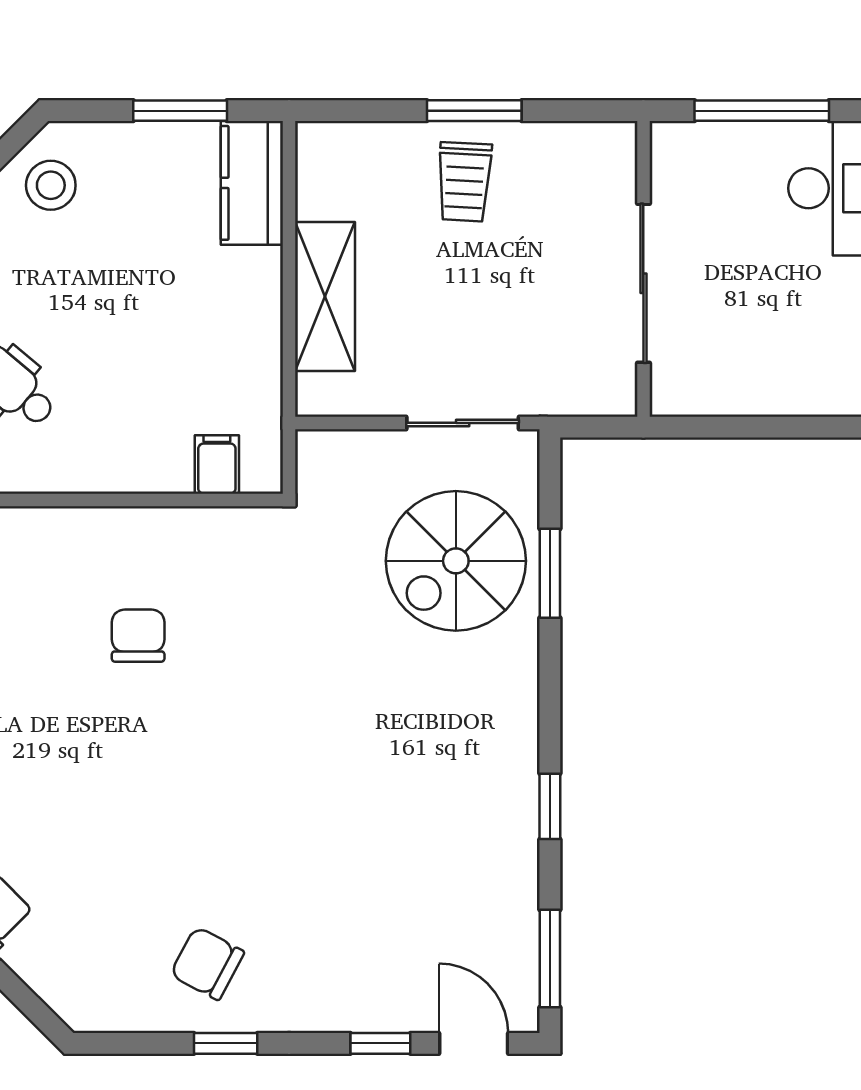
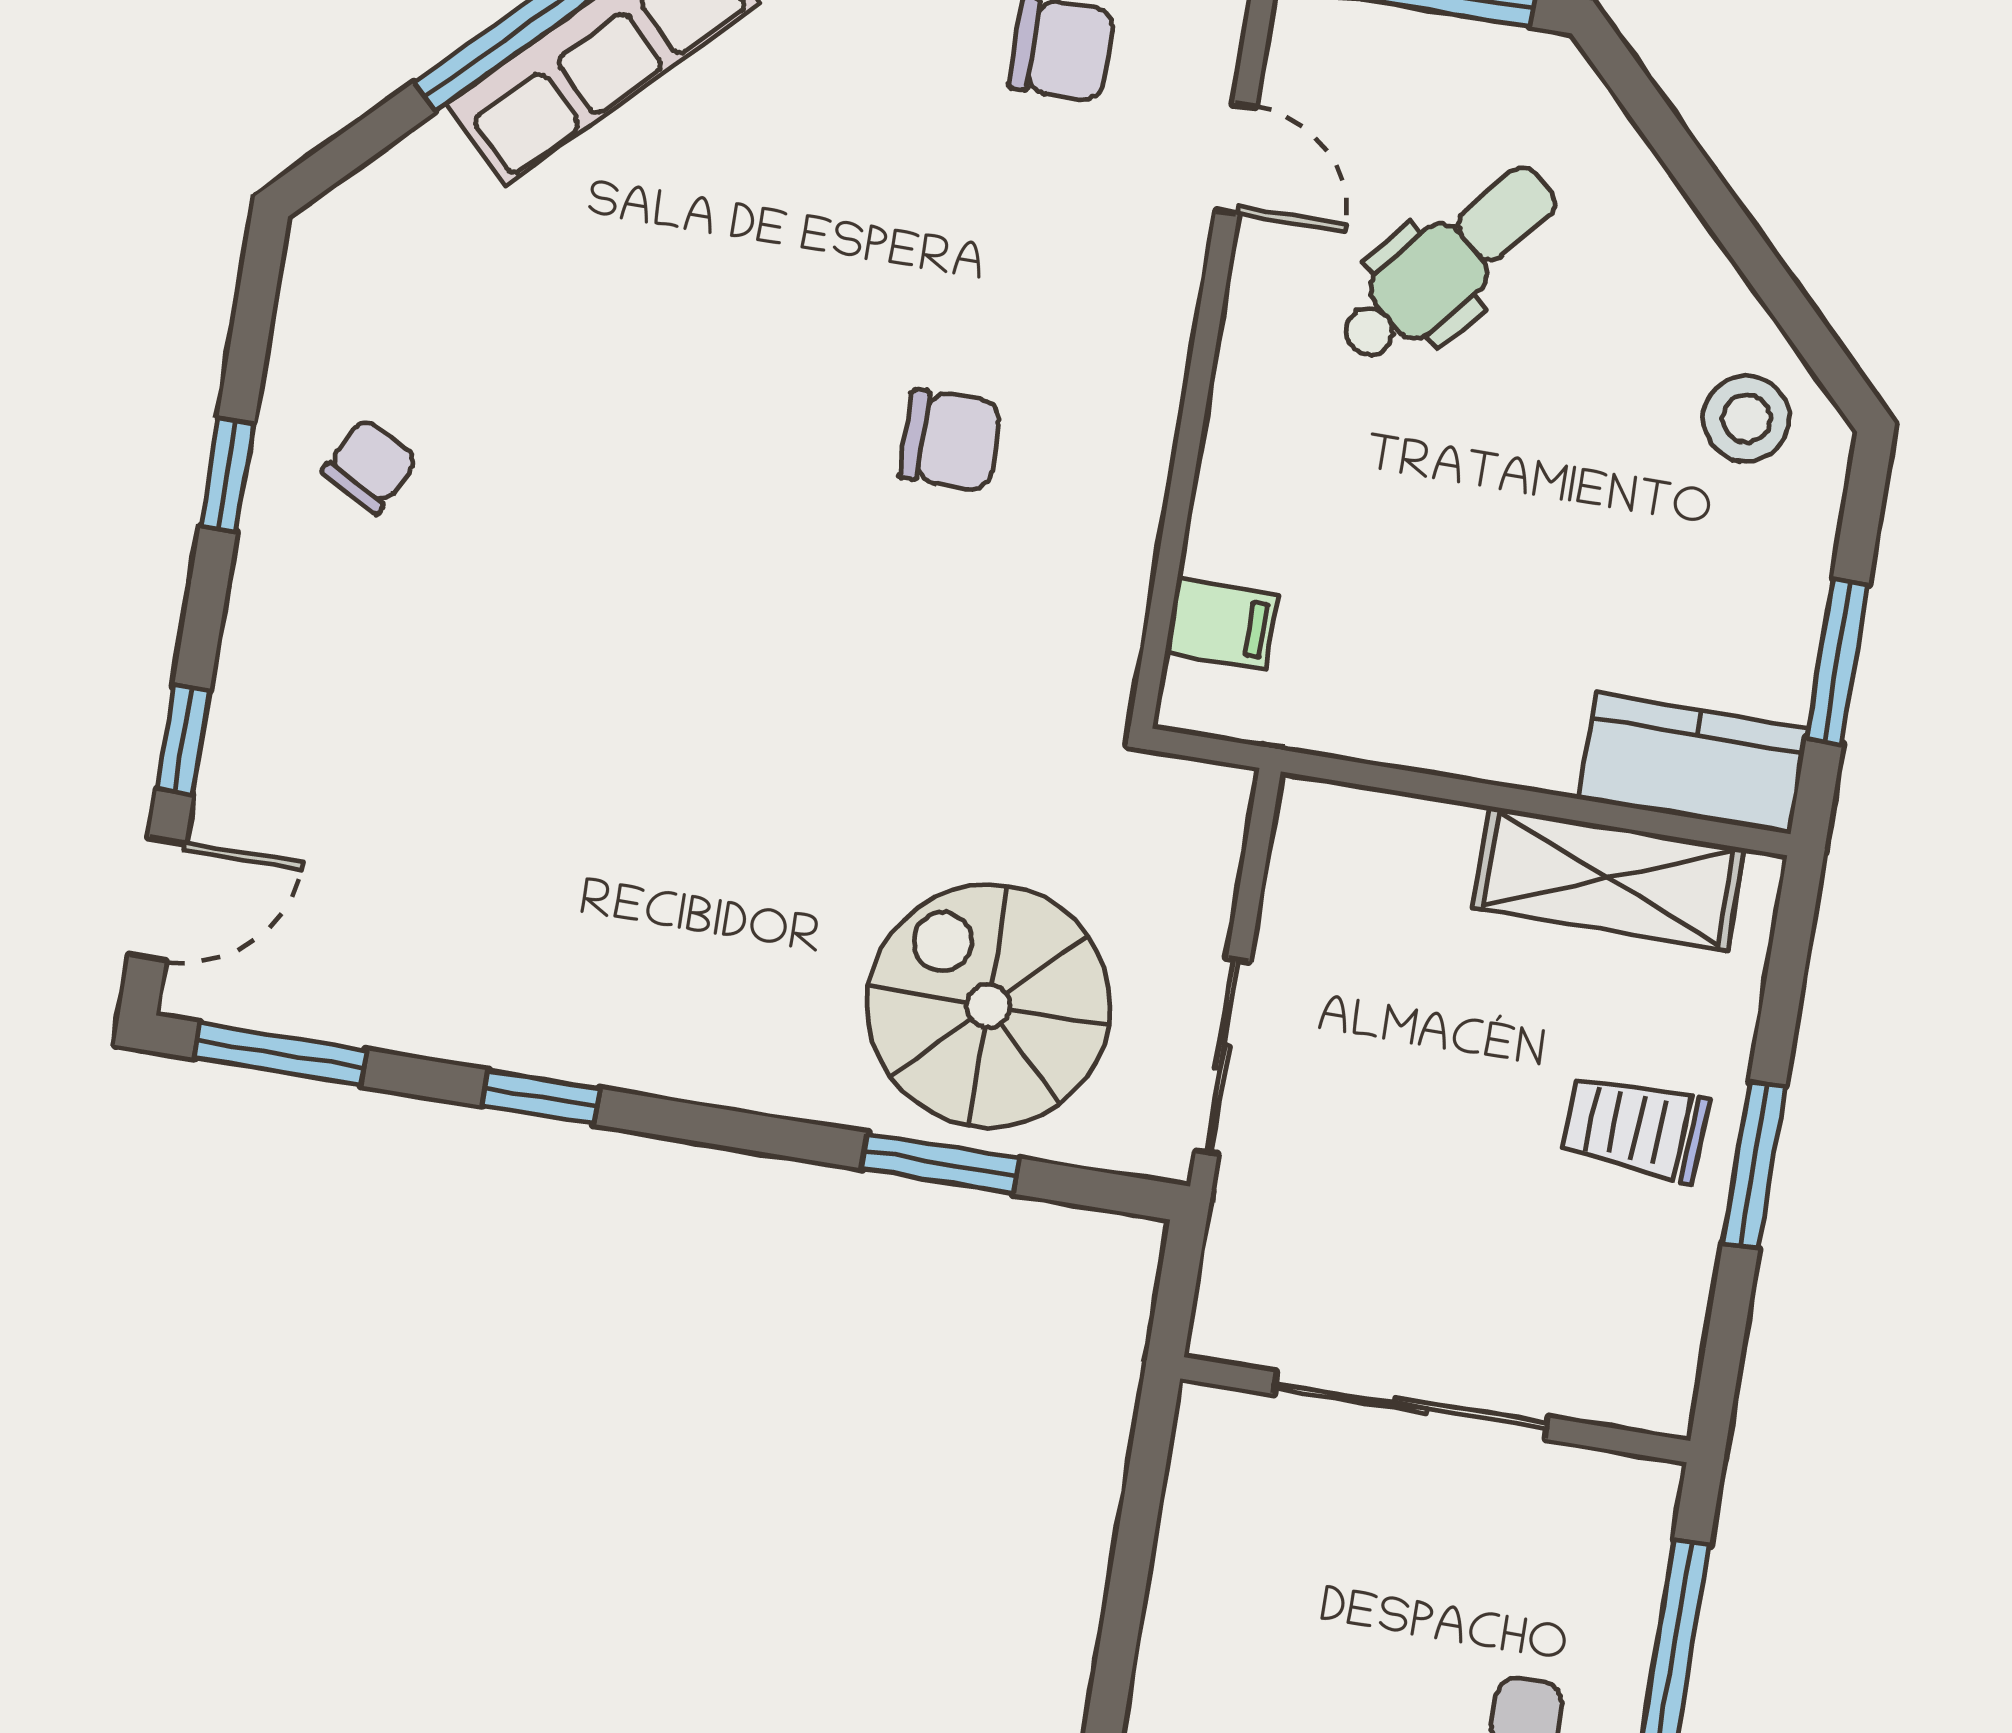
shelving: (325, 297) -> (1609, 878), moved
chair: (207, 963) -> (370, 466), width x0.73, depth x0.73

